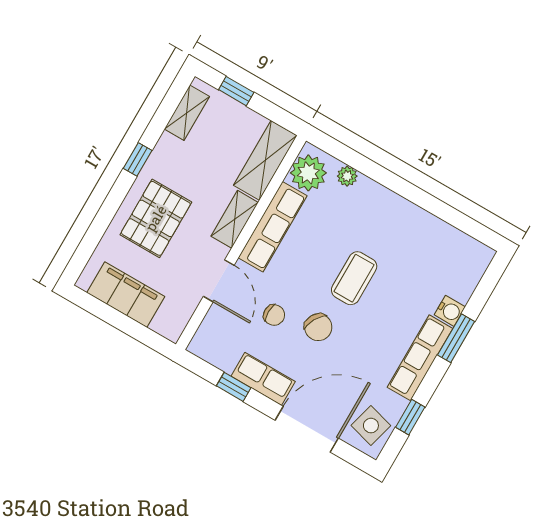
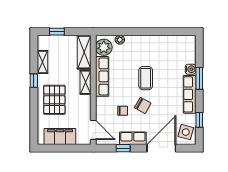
shelving: (187, 113) -> (43, 62), moved
door: (219, 281) -> (93, 130), moved

